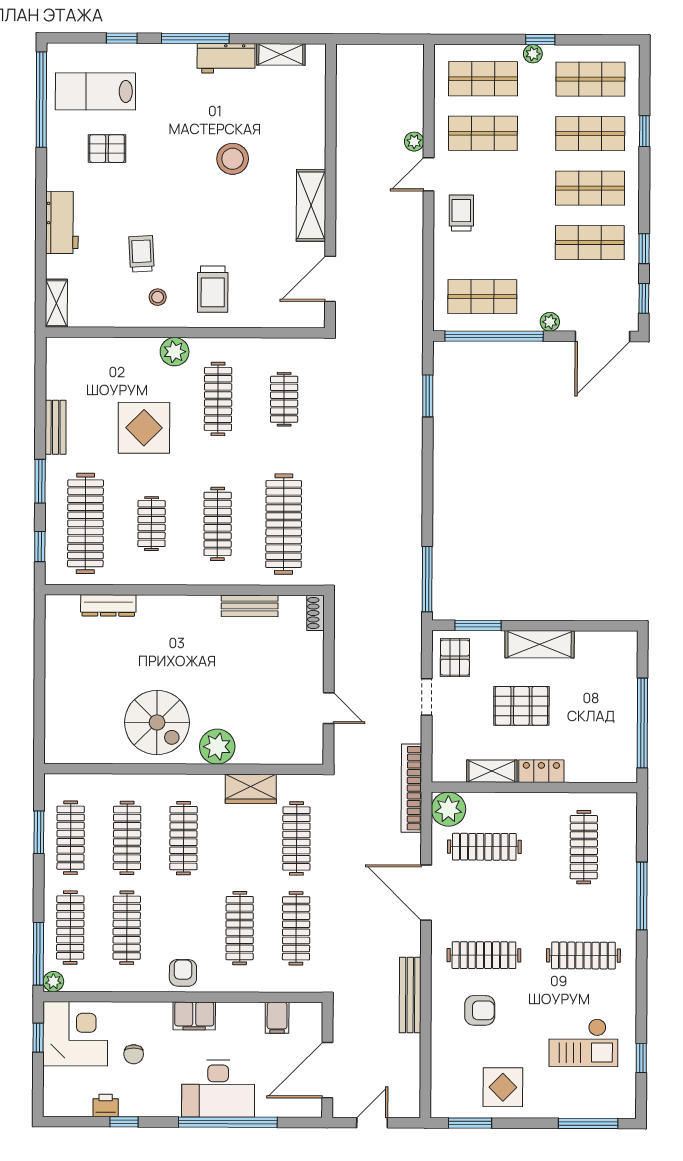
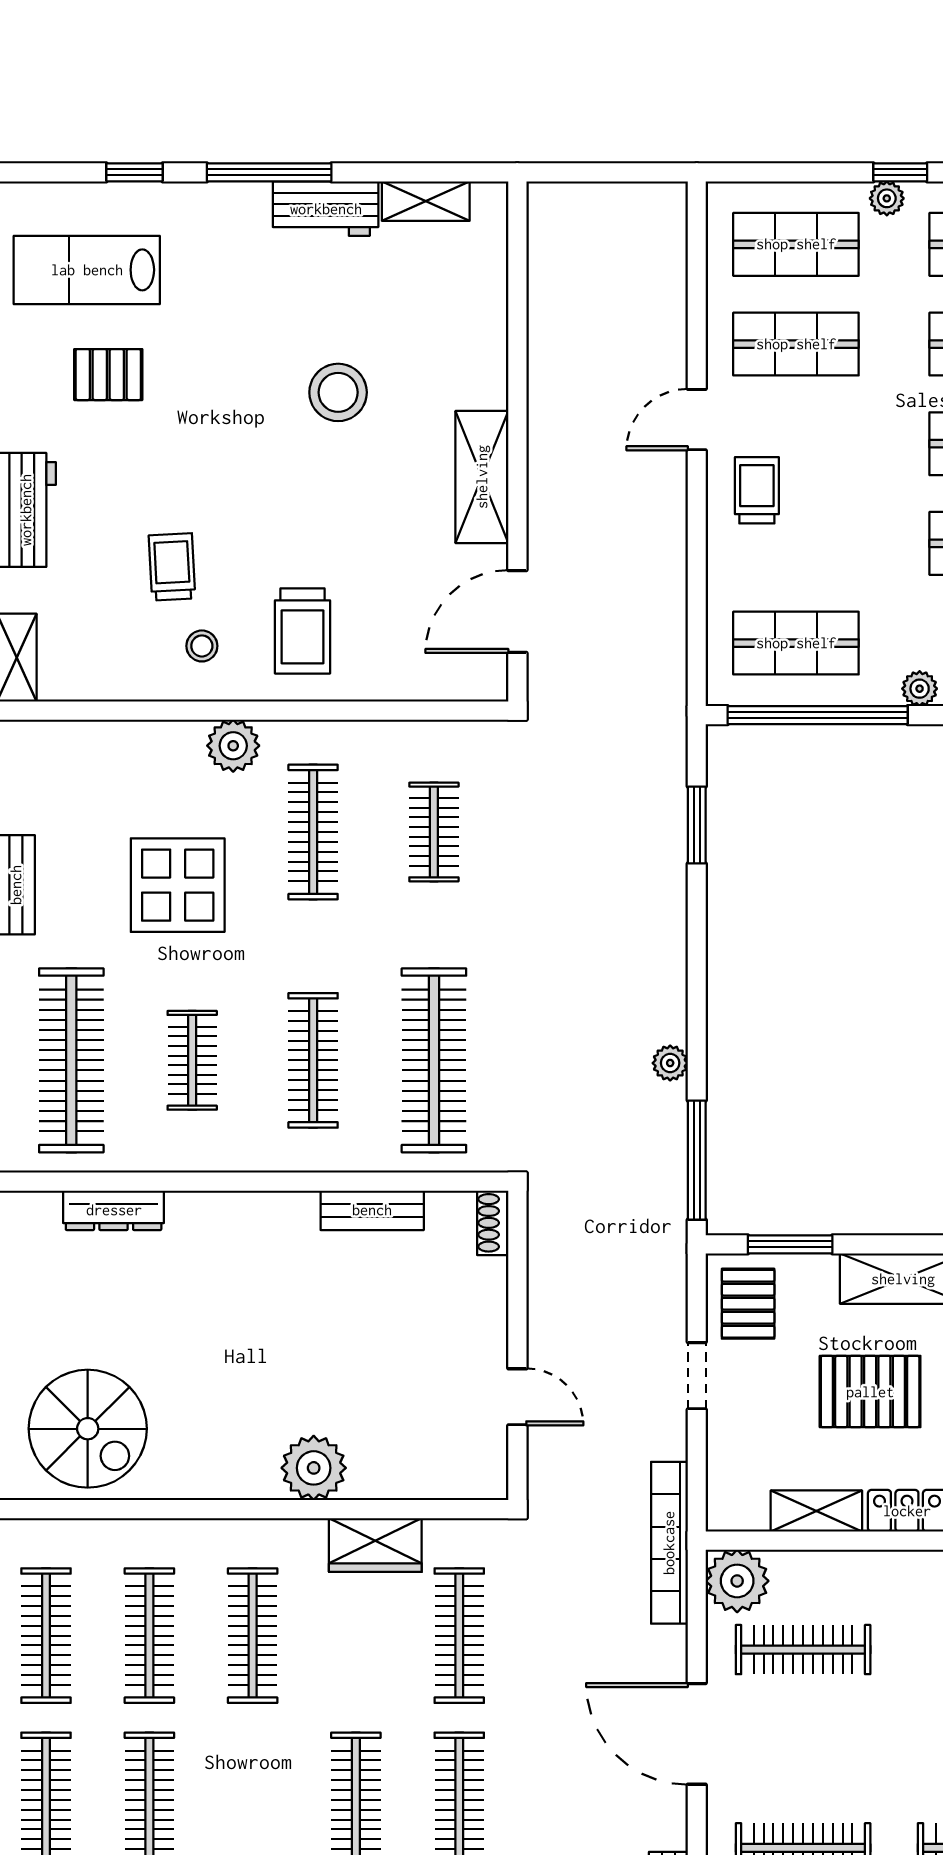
plant: (414, 142) -> (670, 1063), moved
spiral stairs: (157, 722) -> (88, 1429), moved

